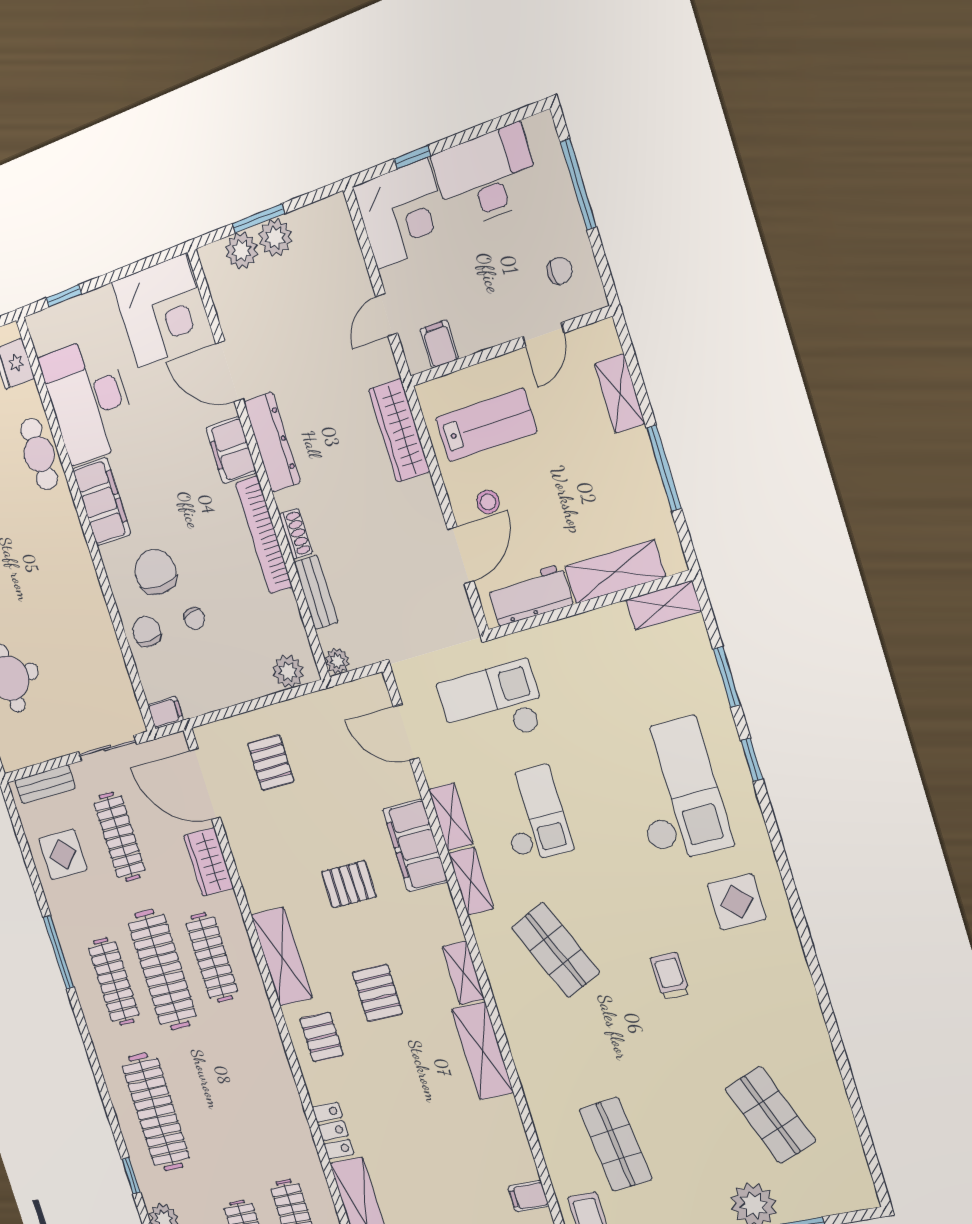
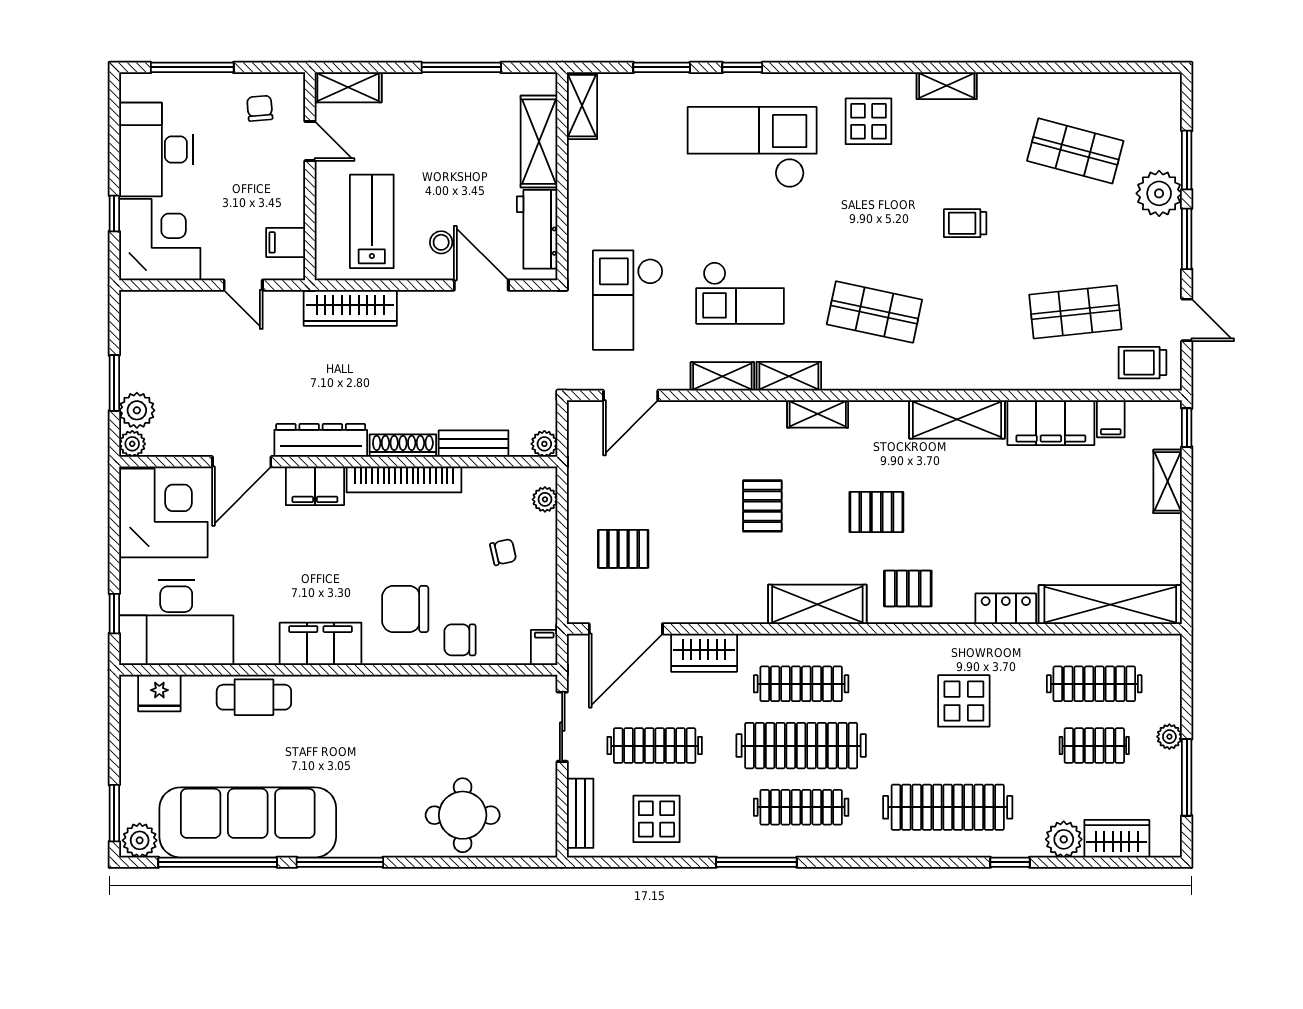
plant: (275, 238) -> (132, 444), moved, width x0.73, depth x0.73
shelving: (620, 393) -> (348, 87), moved
desk: (89, 400) -> (176, 622), moved
shoe rack: (296, 534) -> (403, 446), width x1.43
chair: (194, 618) -> (503, 552), moved
plant: (288, 672) -> (545, 499), width x0.73, depth x0.73
checkout: (533, 814) -> (740, 293), turned 180
filing cabinet: (415, 846) -> (1051, 423), moved
shop shelf: (556, 950) -> (874, 312), turned 36
shelving: (463, 973) -> (818, 414), moved
shelving: (796, 973) -> (947, 86), added
trolley: (670, 976) -> (965, 223), moved
display table: (245, 1108) -> (964, 701), added
shop shelf: (770, 1115) -> (1075, 151), turned 36

